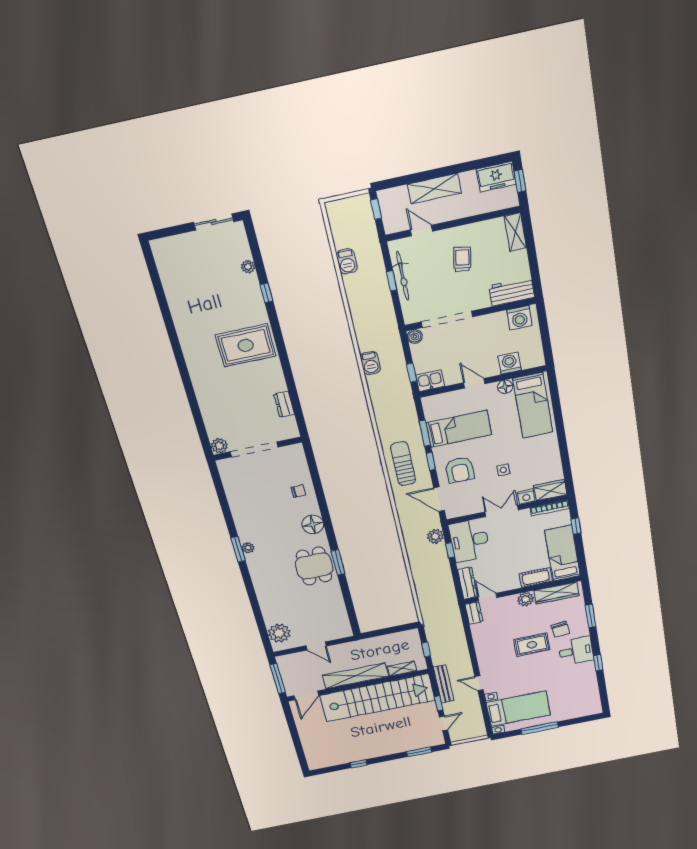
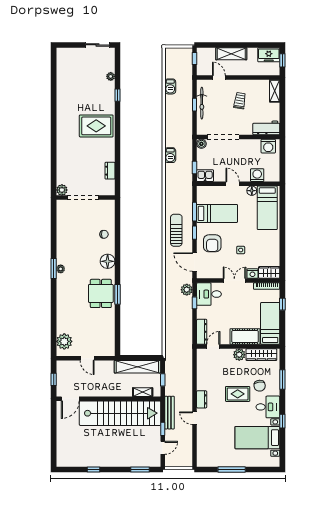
desk: (469, 540) -> (209, 294), width x0.73
cot: (536, 577) -> (245, 336), width x1.37, depth x1.34
door: (488, 597) -> (213, 347), hinge flipped
dresser: (474, 613) -> (202, 399), moved
shelving: (355, 676) -> (137, 367), moved
window: (278, 679) -> (54, 379), width x0.46
bed with nightstands: (518, 709) -> (257, 438), moved, turned 180

